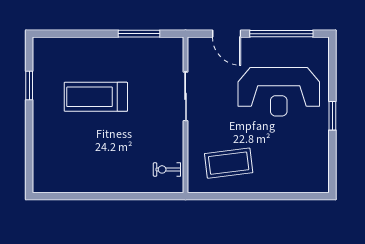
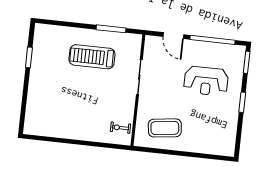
window: (332, 60) -> (247, 62), added
reception desk: (279, 92) -> (206, 81), width x0.74, depth x0.77
treadmill: (96, 97) -> (92, 57), moved

